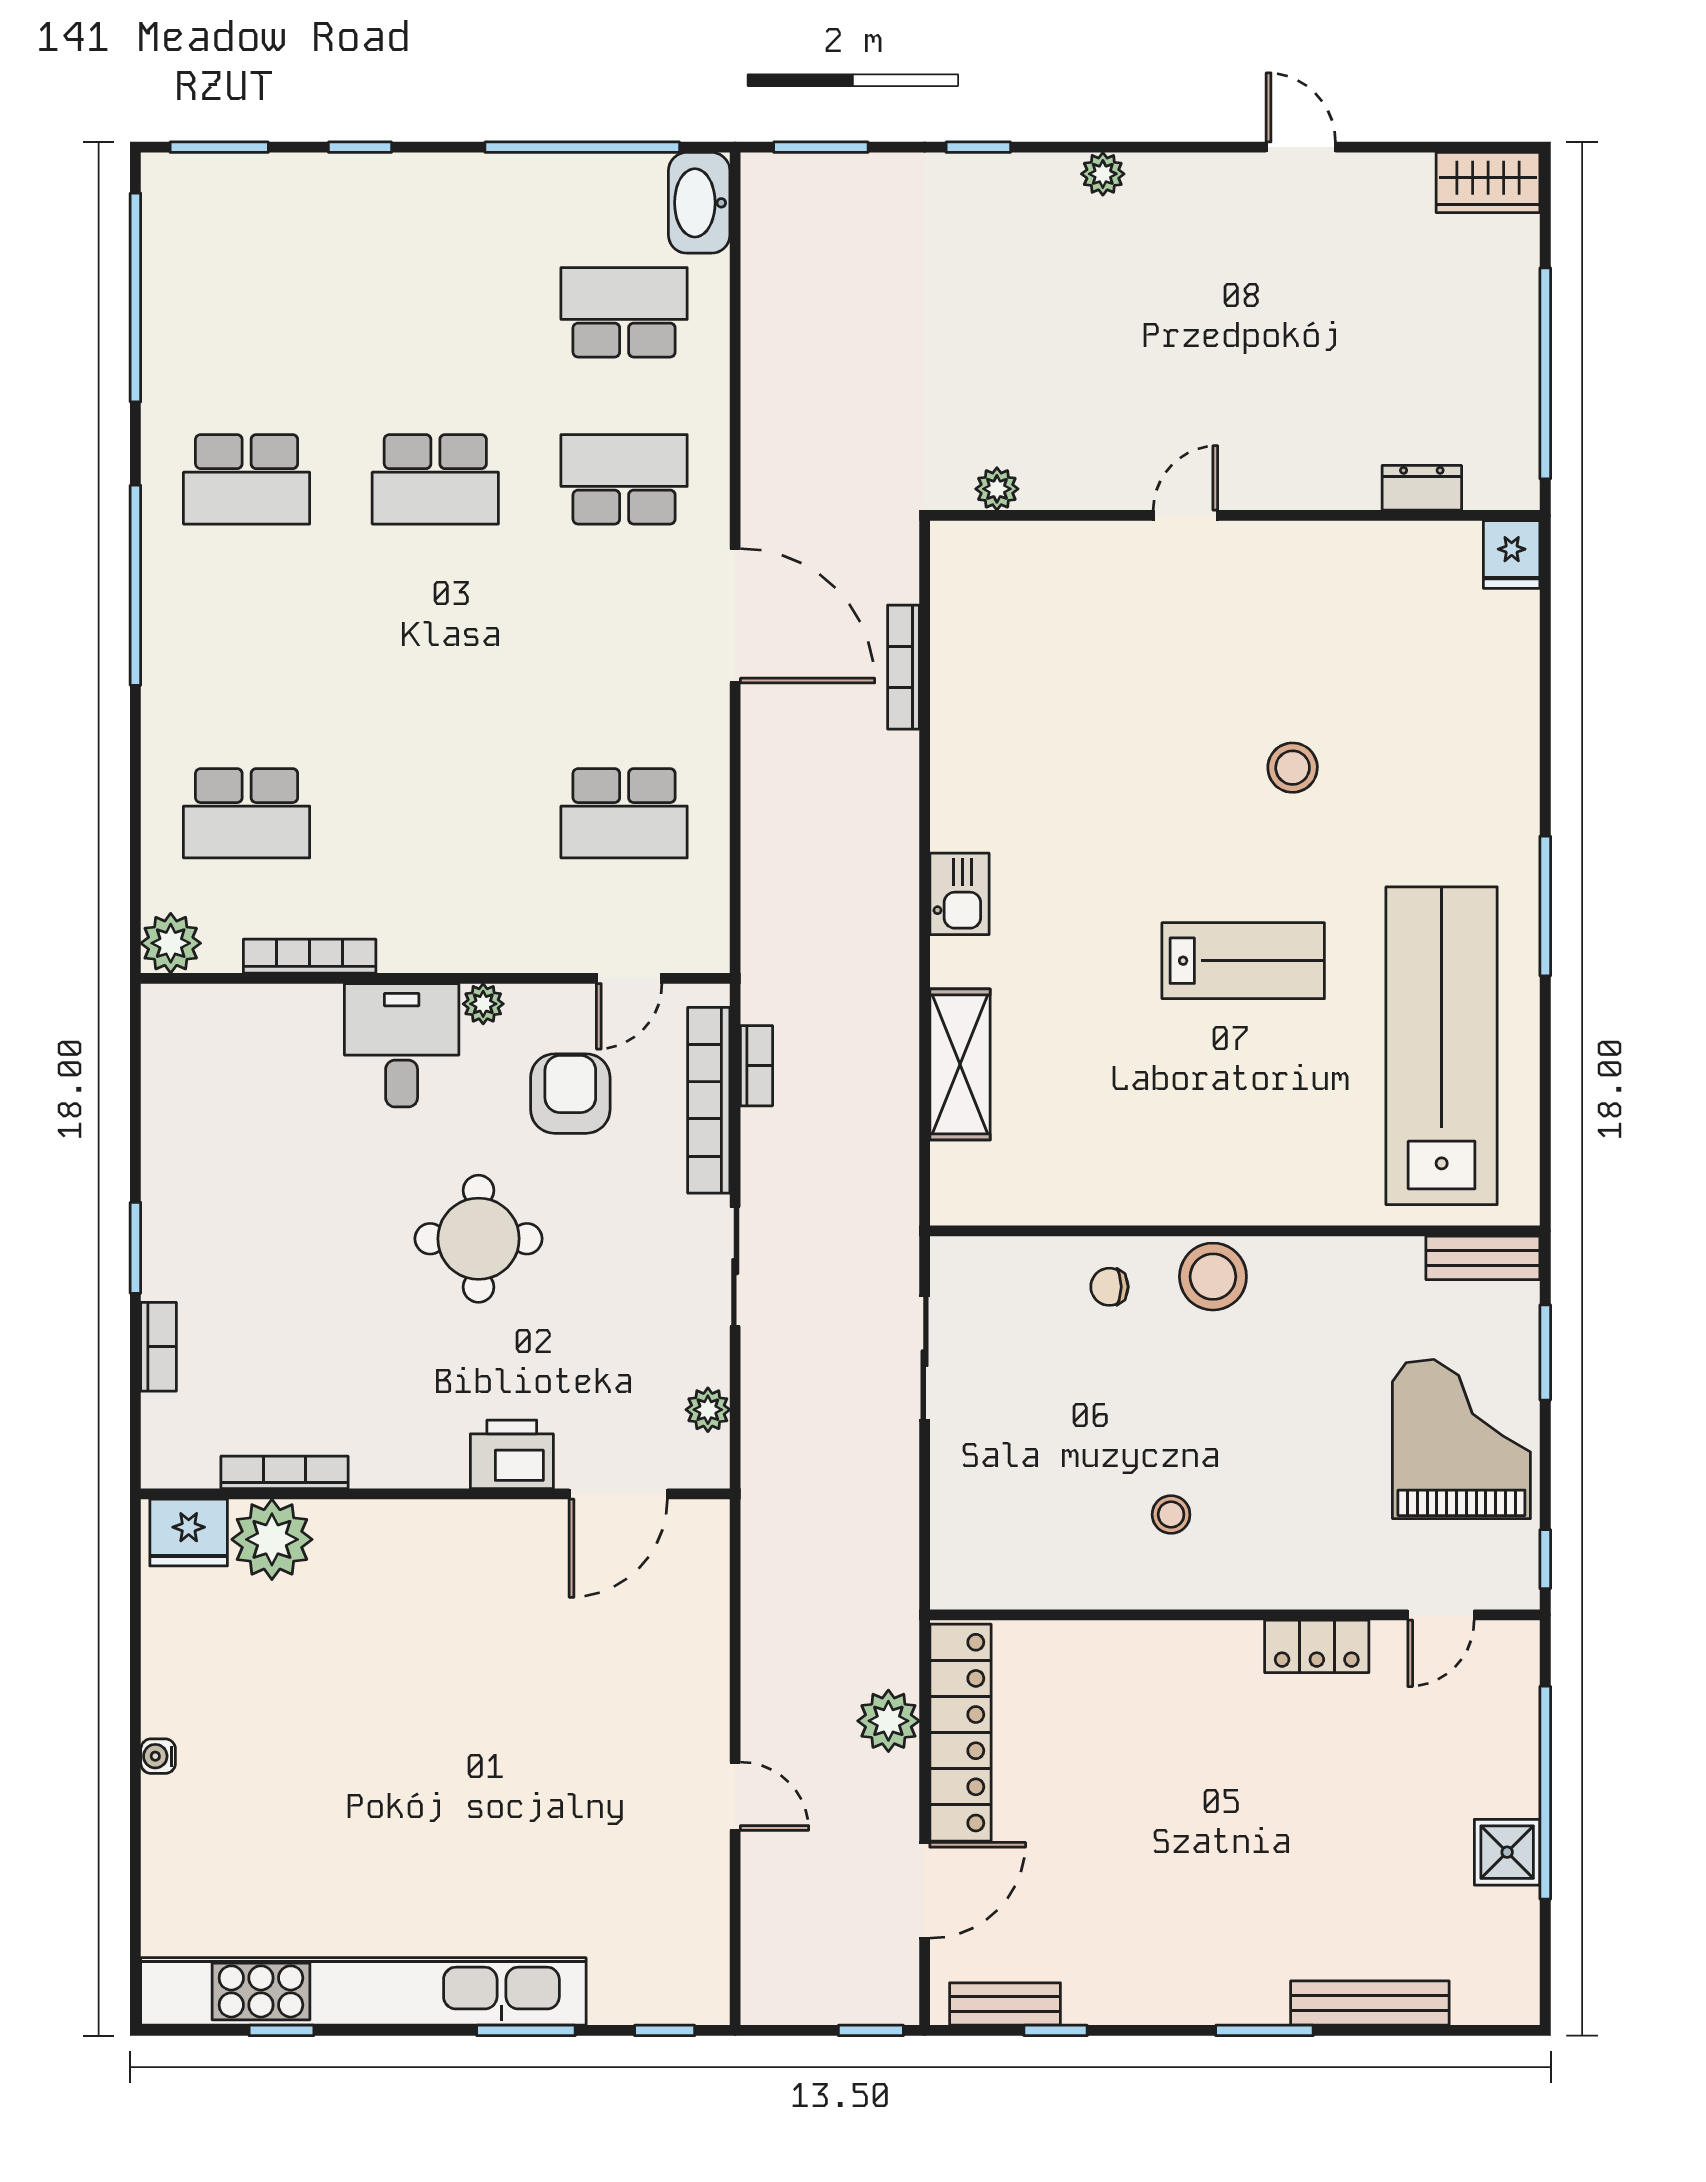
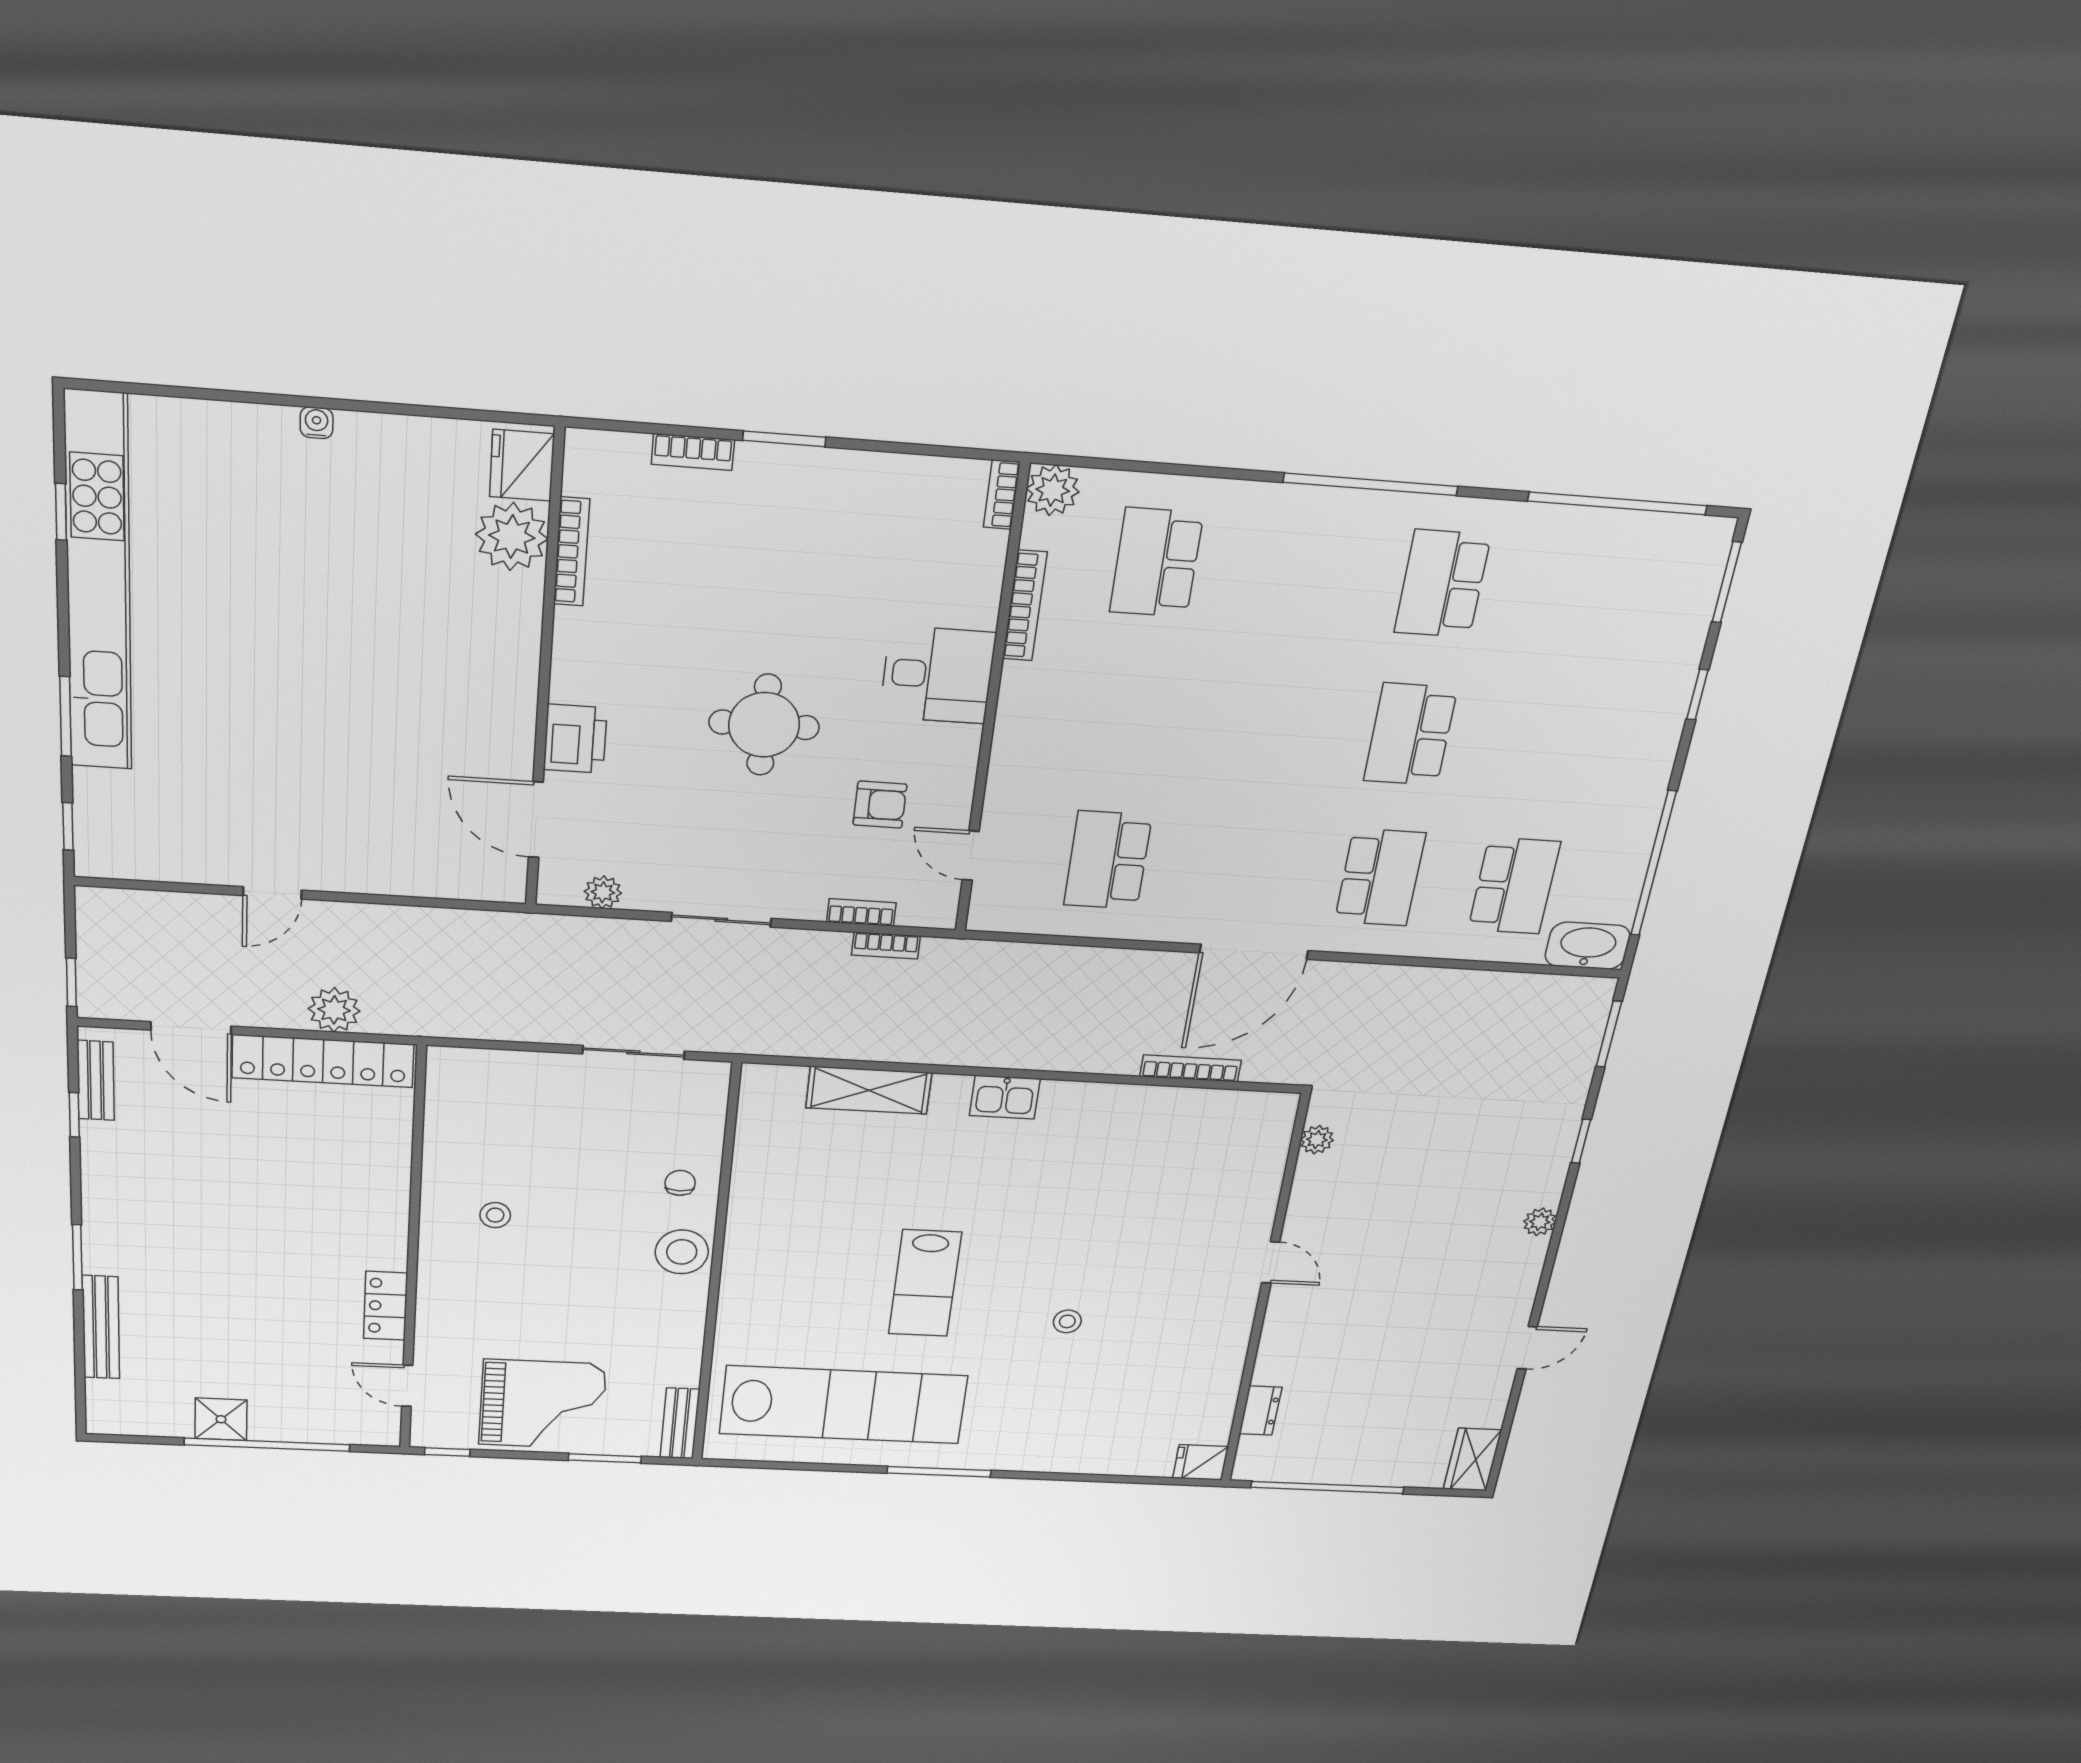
stool: (1293, 768) -> (1067, 1321), width x0.73, depth x0.73
bookcase: (180, 999) -> (1002, 495), added
plant: (483, 1004) -> (965, 742), removed
armchair: (570, 1094) -> (880, 805), width x0.72, depth x0.72
bookcase: (709, 1100) -> (861, 912), width x0.43, depth x0.76

